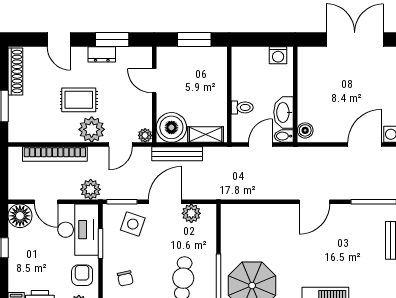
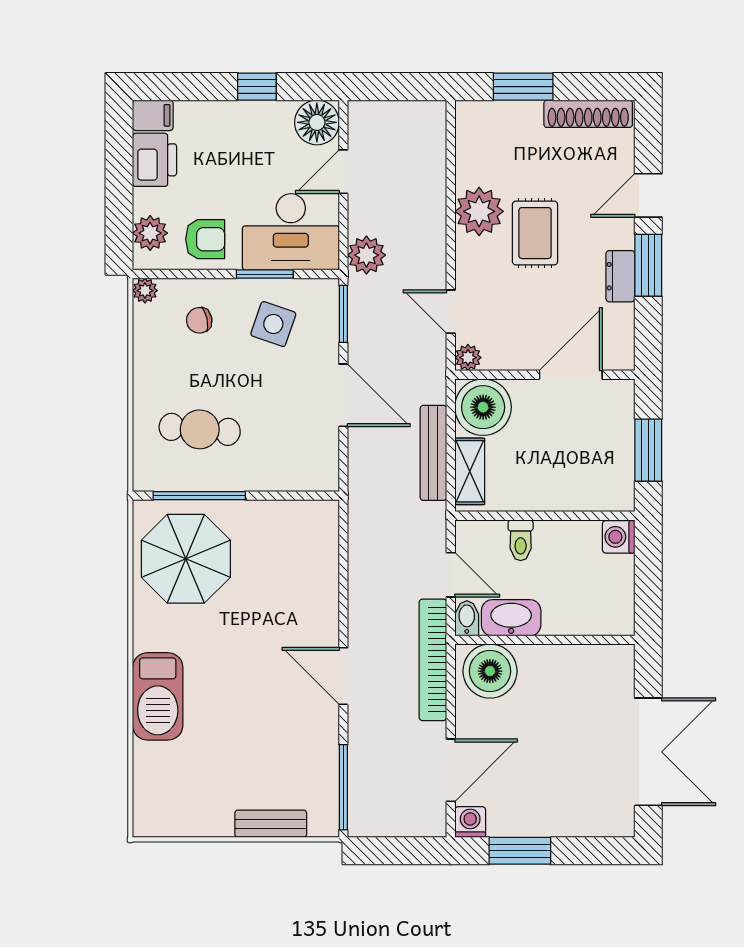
window: (112, 40) -> (648, 265), moved
washing machine: (278, 55) -> (619, 537), moved
door: (154, 81) -> (571, 375), width x1.38
plant: (92, 129) -> (479, 211), moved
boiler: (305, 130) -> (490, 671), width x1.86, depth x1.86
door: (365, 145) -> (451, 770), hinge flipped
bookcase: (55, 154) -> (433, 660), moved
bench: (177, 154) -> (433, 453), moved
plant: (191, 213) -> (322, 445), removed
side table: (133, 224) -> (273, 324), moved

